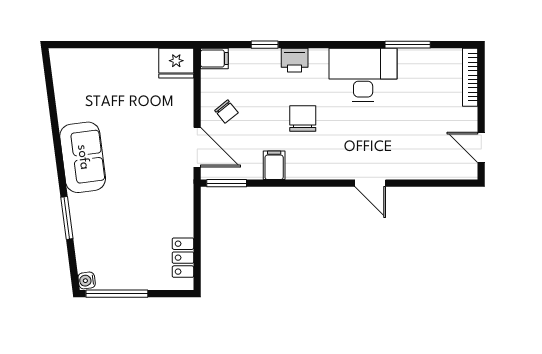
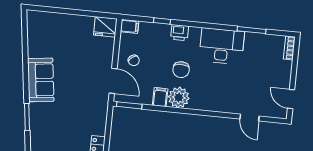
bookcase: (470, 77) -> (289, 48), width x0.64
chair: (303, 119) -> (181, 70), turned 180
plant: (304, 163) -> (179, 97), added
door: (370, 183) -> (250, 118), moved

